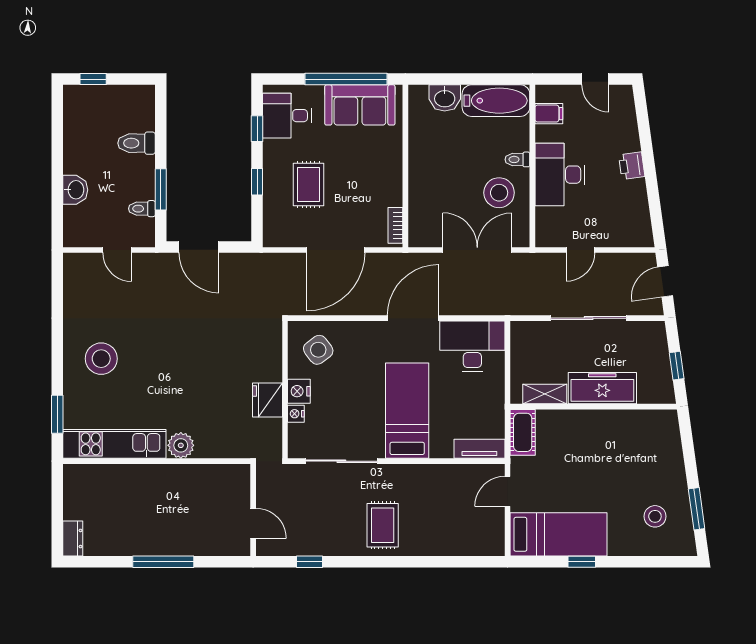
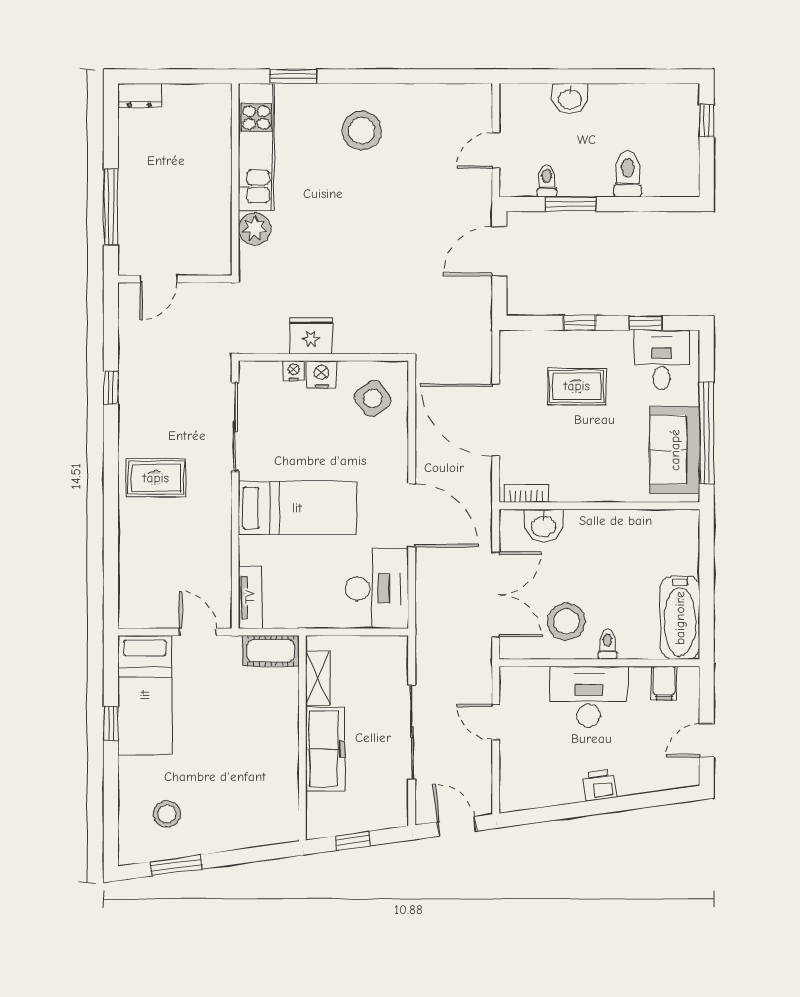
washbasin: (445, 98) -> (544, 526), moved, turned -90
wall: (253, 510) -> (175, 279), moved
door: (253, 523) -> (158, 279), moved

